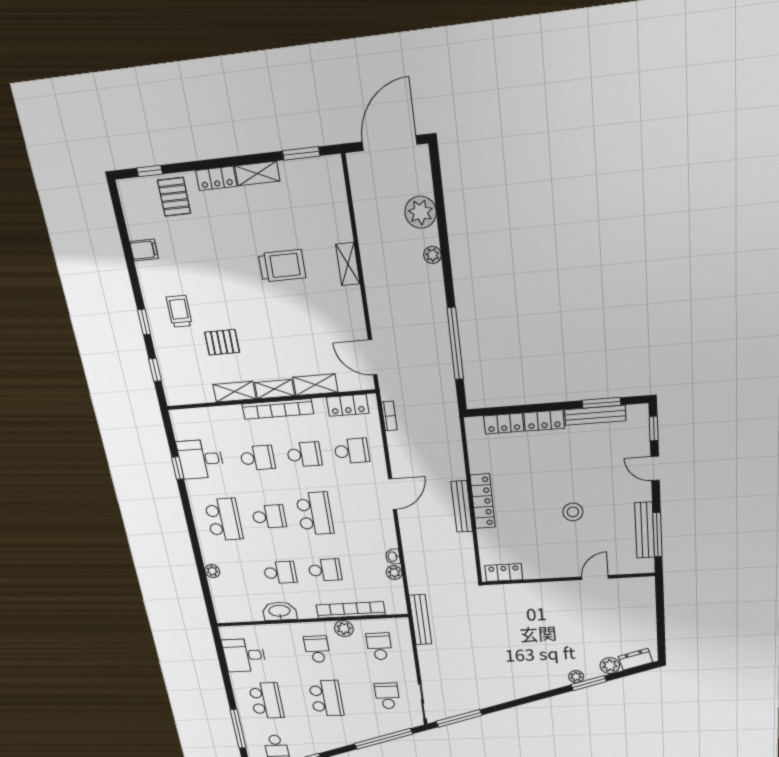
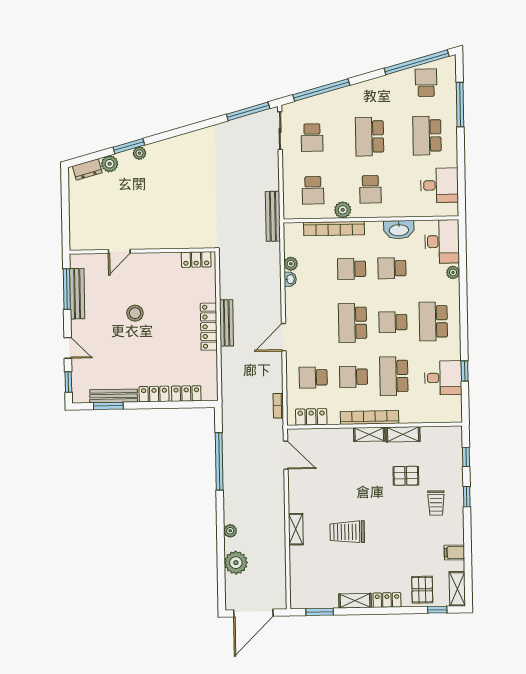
shelving: (315, 385) -> (457, 589), moved, turned 90
school desk: (257, 458) -> (394, 376), width x1.85
desk: (231, 601) -> (442, 242), added

